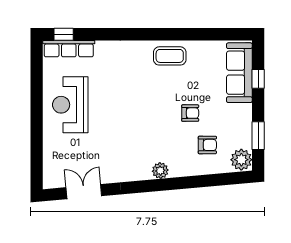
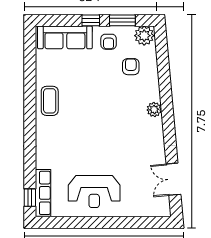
window: (258, 79) -> (91, 20), moved
armchair: (190, 113) -> (109, 42), moved, turned 180

